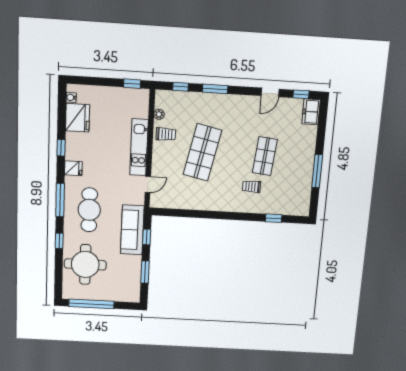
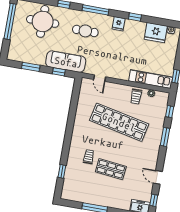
kitchen unit: (139, 147) -> (151, 79), moved
shop shelf: (202, 152) -> (119, 122), width x1.40
cafe table: (89, 210) -> (85, 31), width x0.73, depth x0.74

